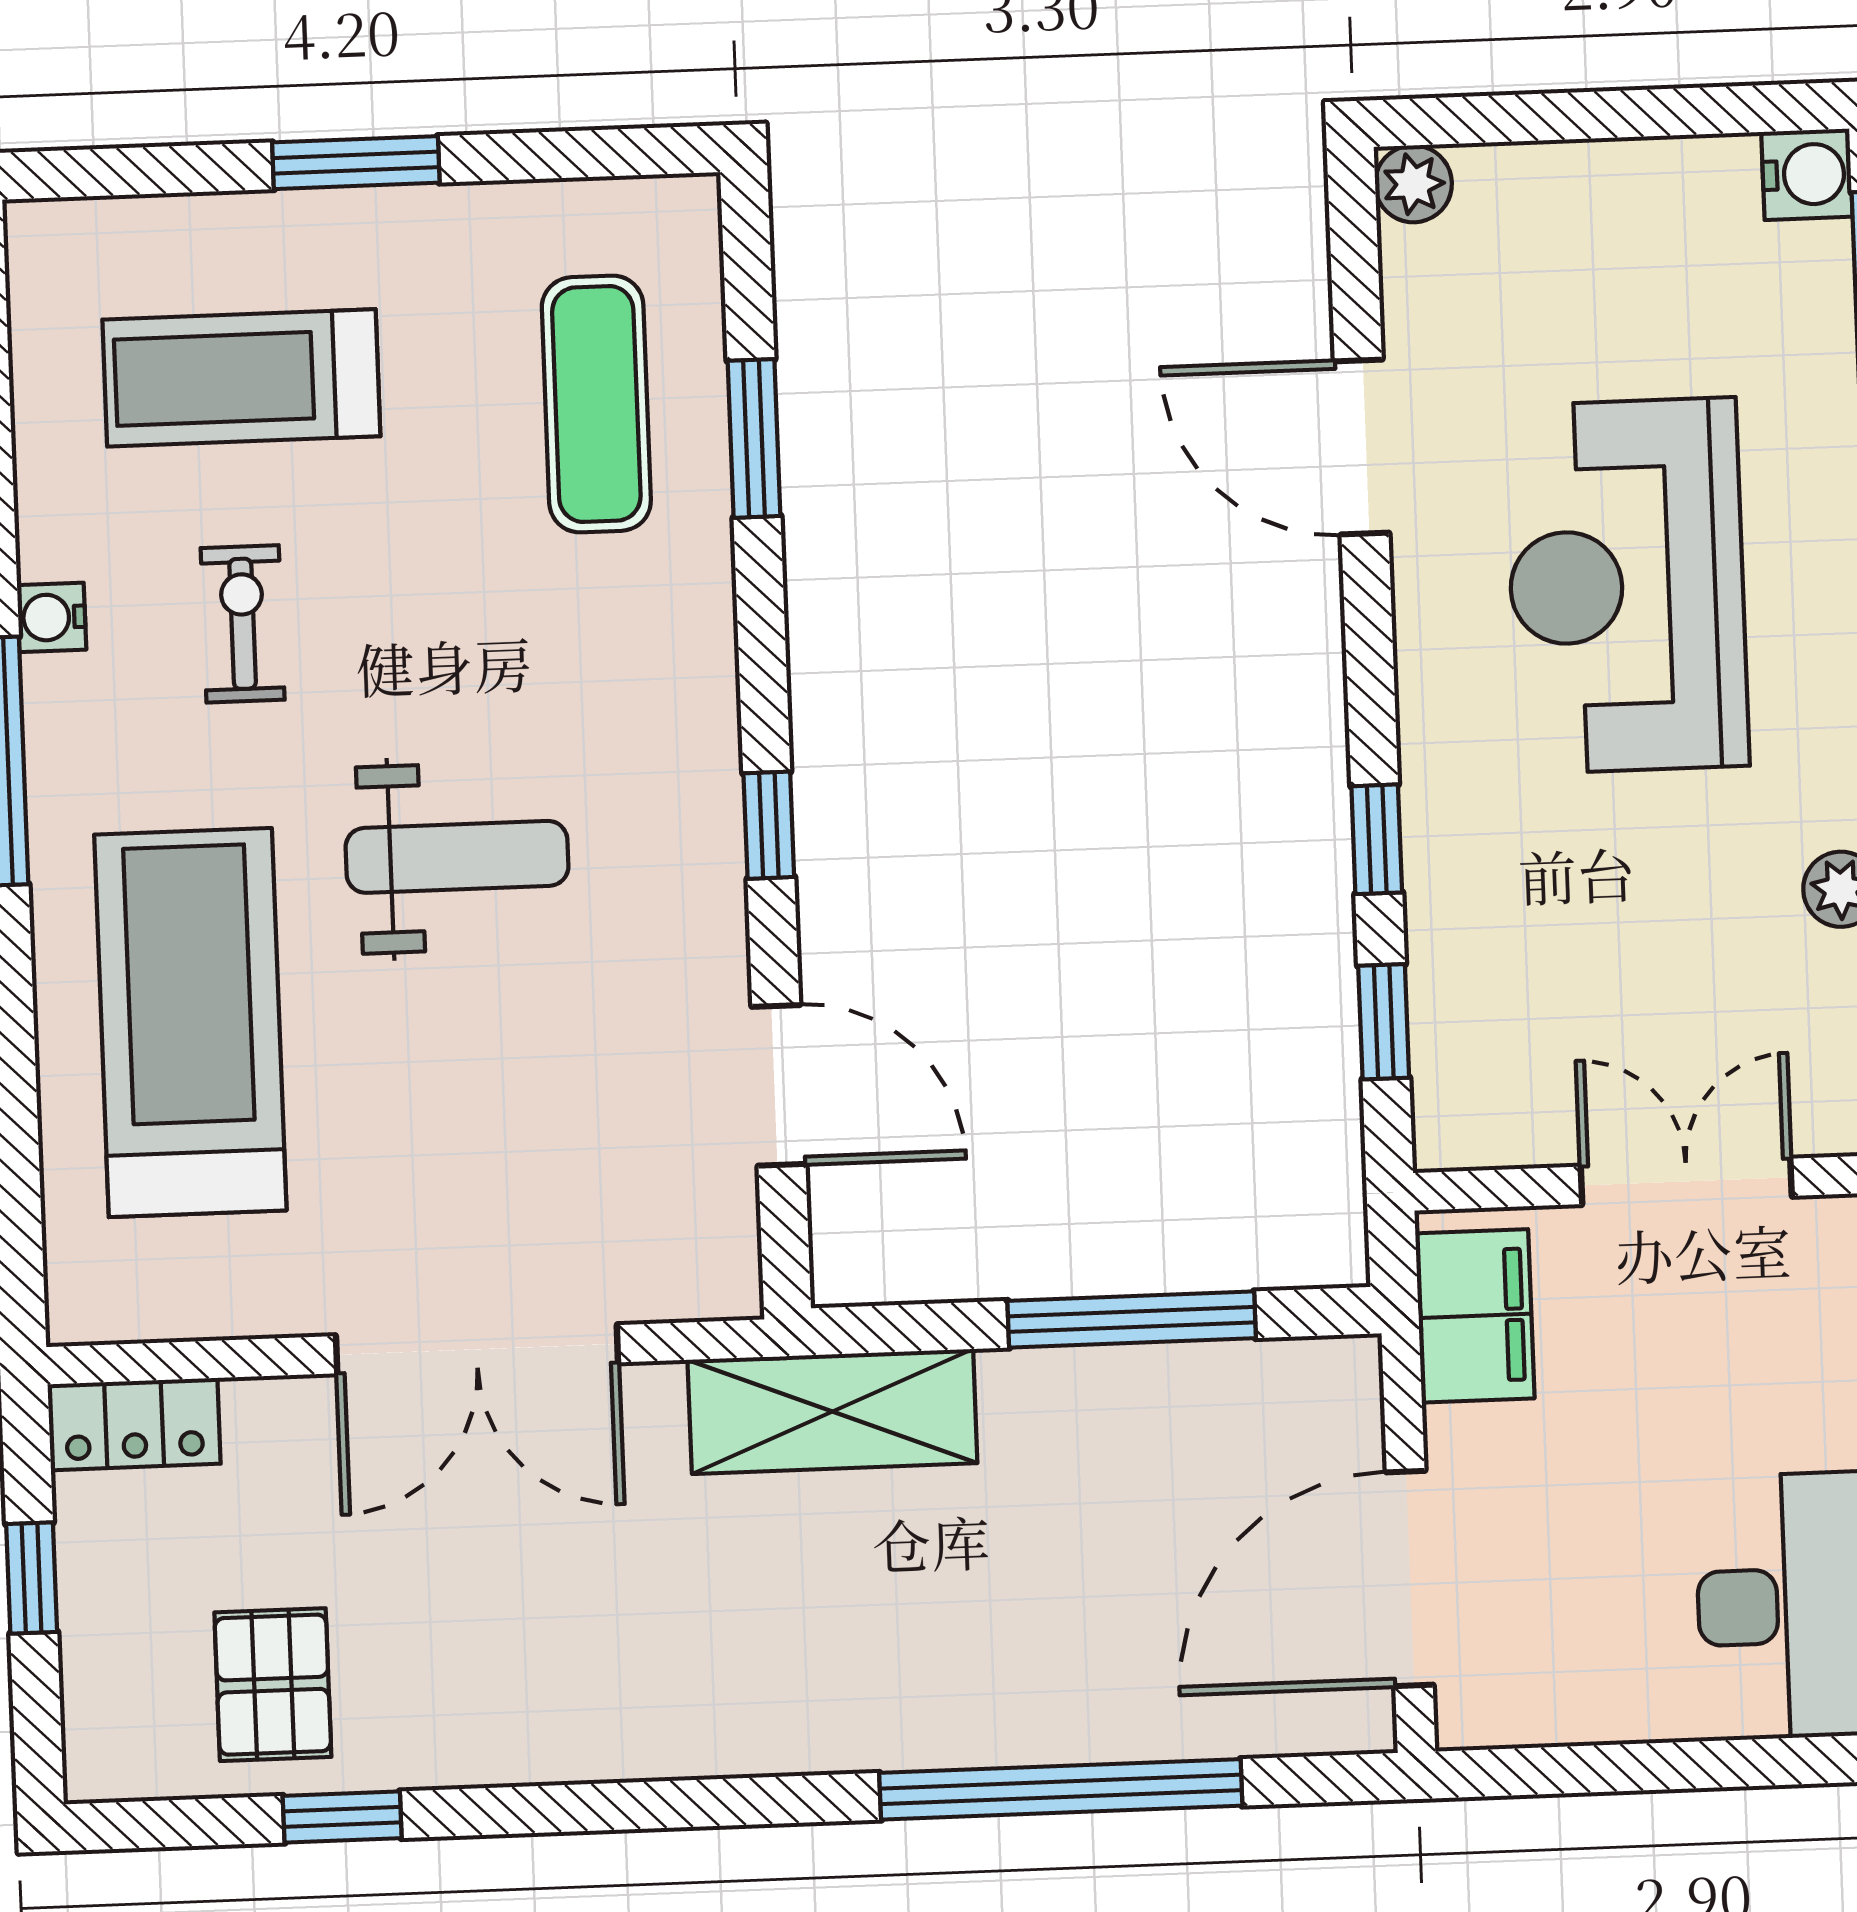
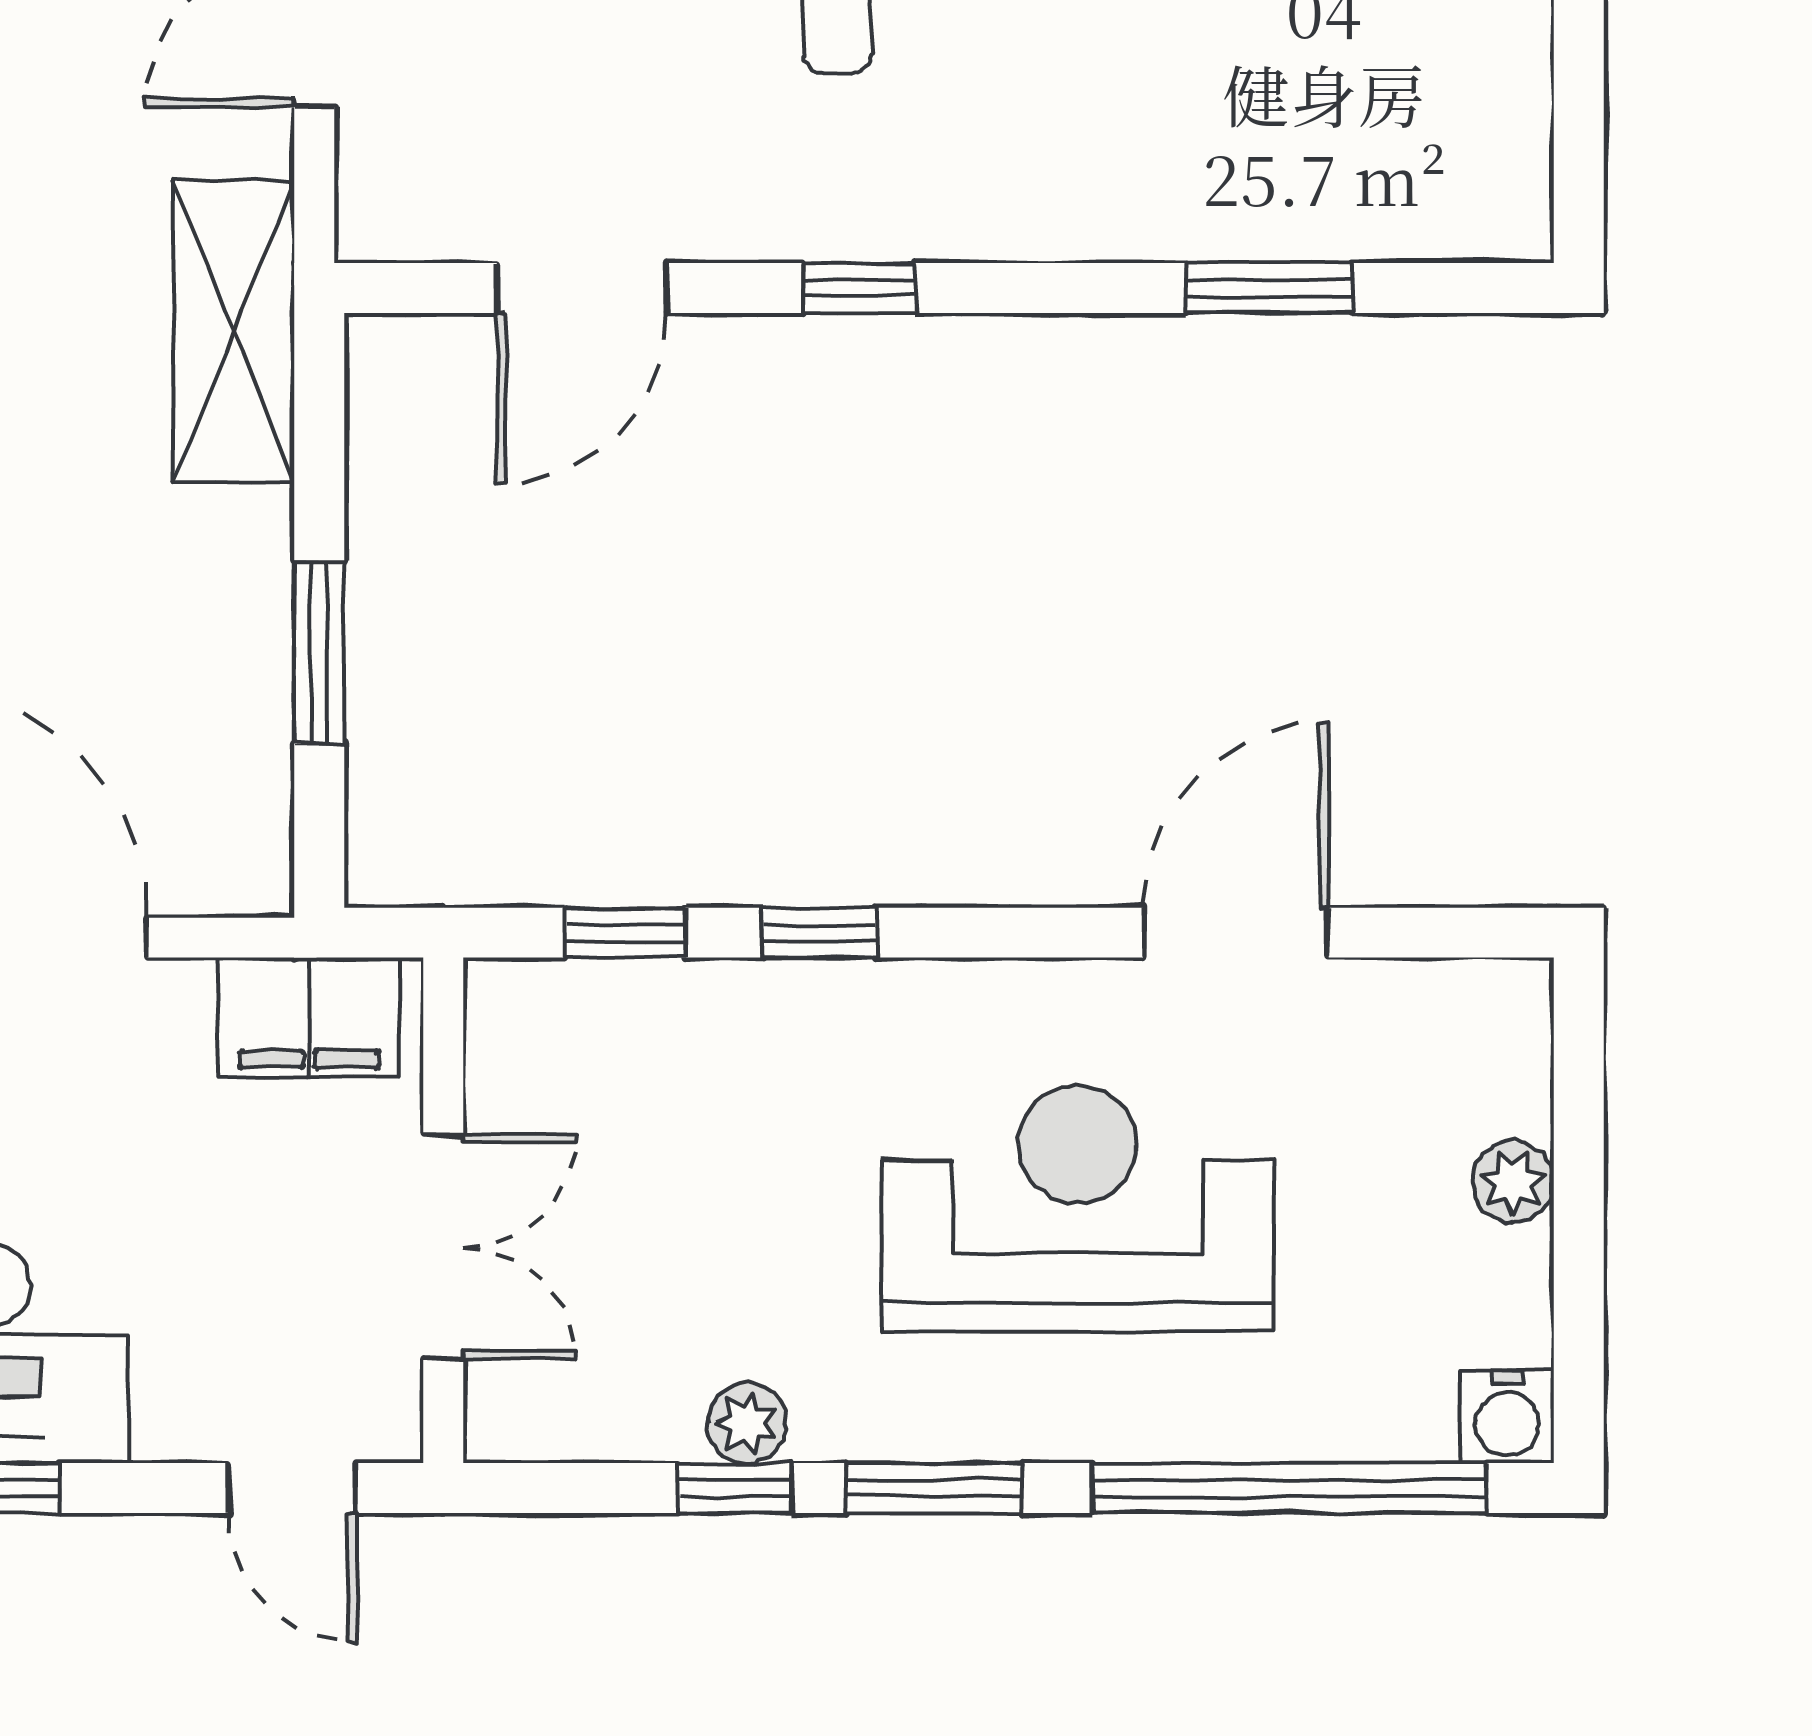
plant: (1413, 184) -> (1513, 1182), moved
exercise mat: (596, 404) -> (1313, 122), removed
window: (1132, 1319) -> (319, 653), width x0.69

